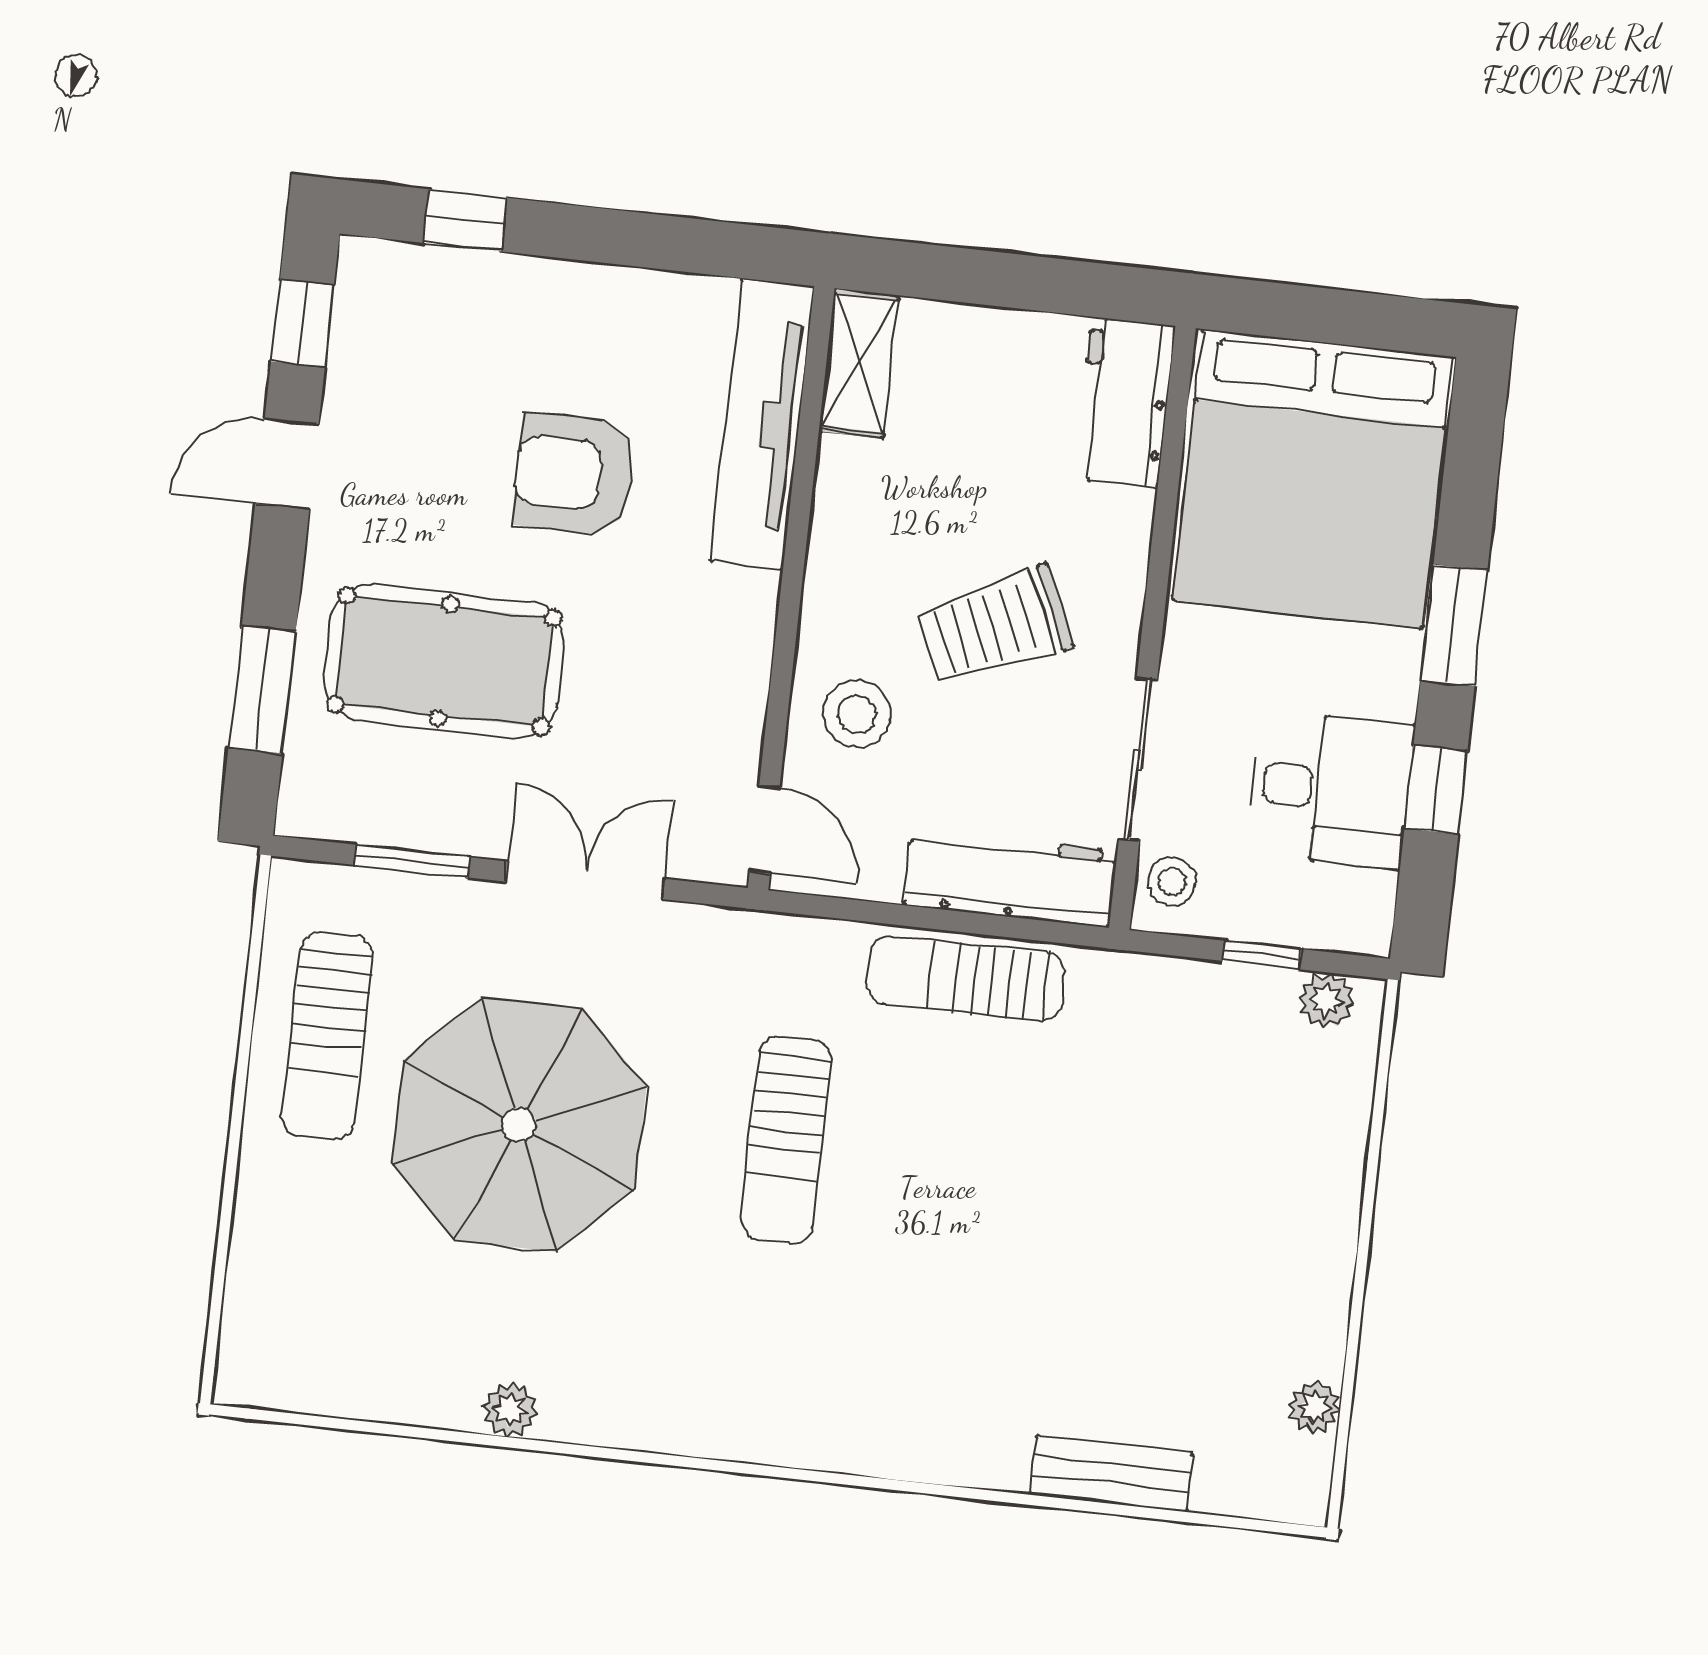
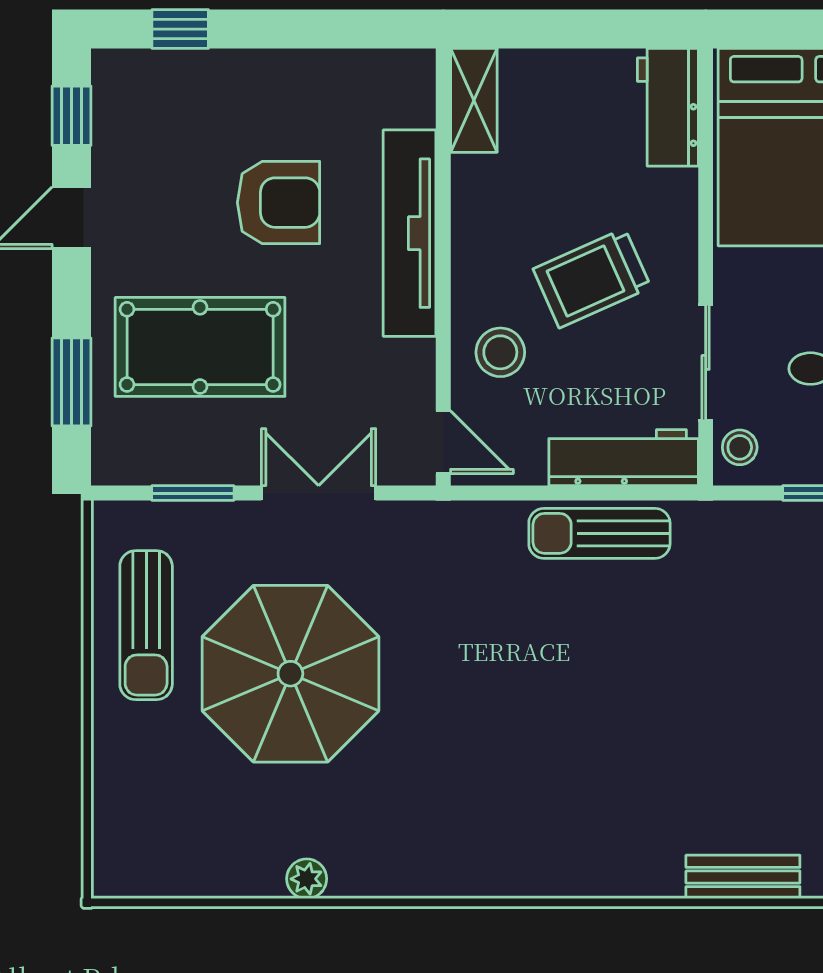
tv unit: (762, 424) -> (410, 233), moved
armchair: (574, 474) -> (279, 203), turned 180
sun lounger: (786, 1140) -> (483, 663), removed

